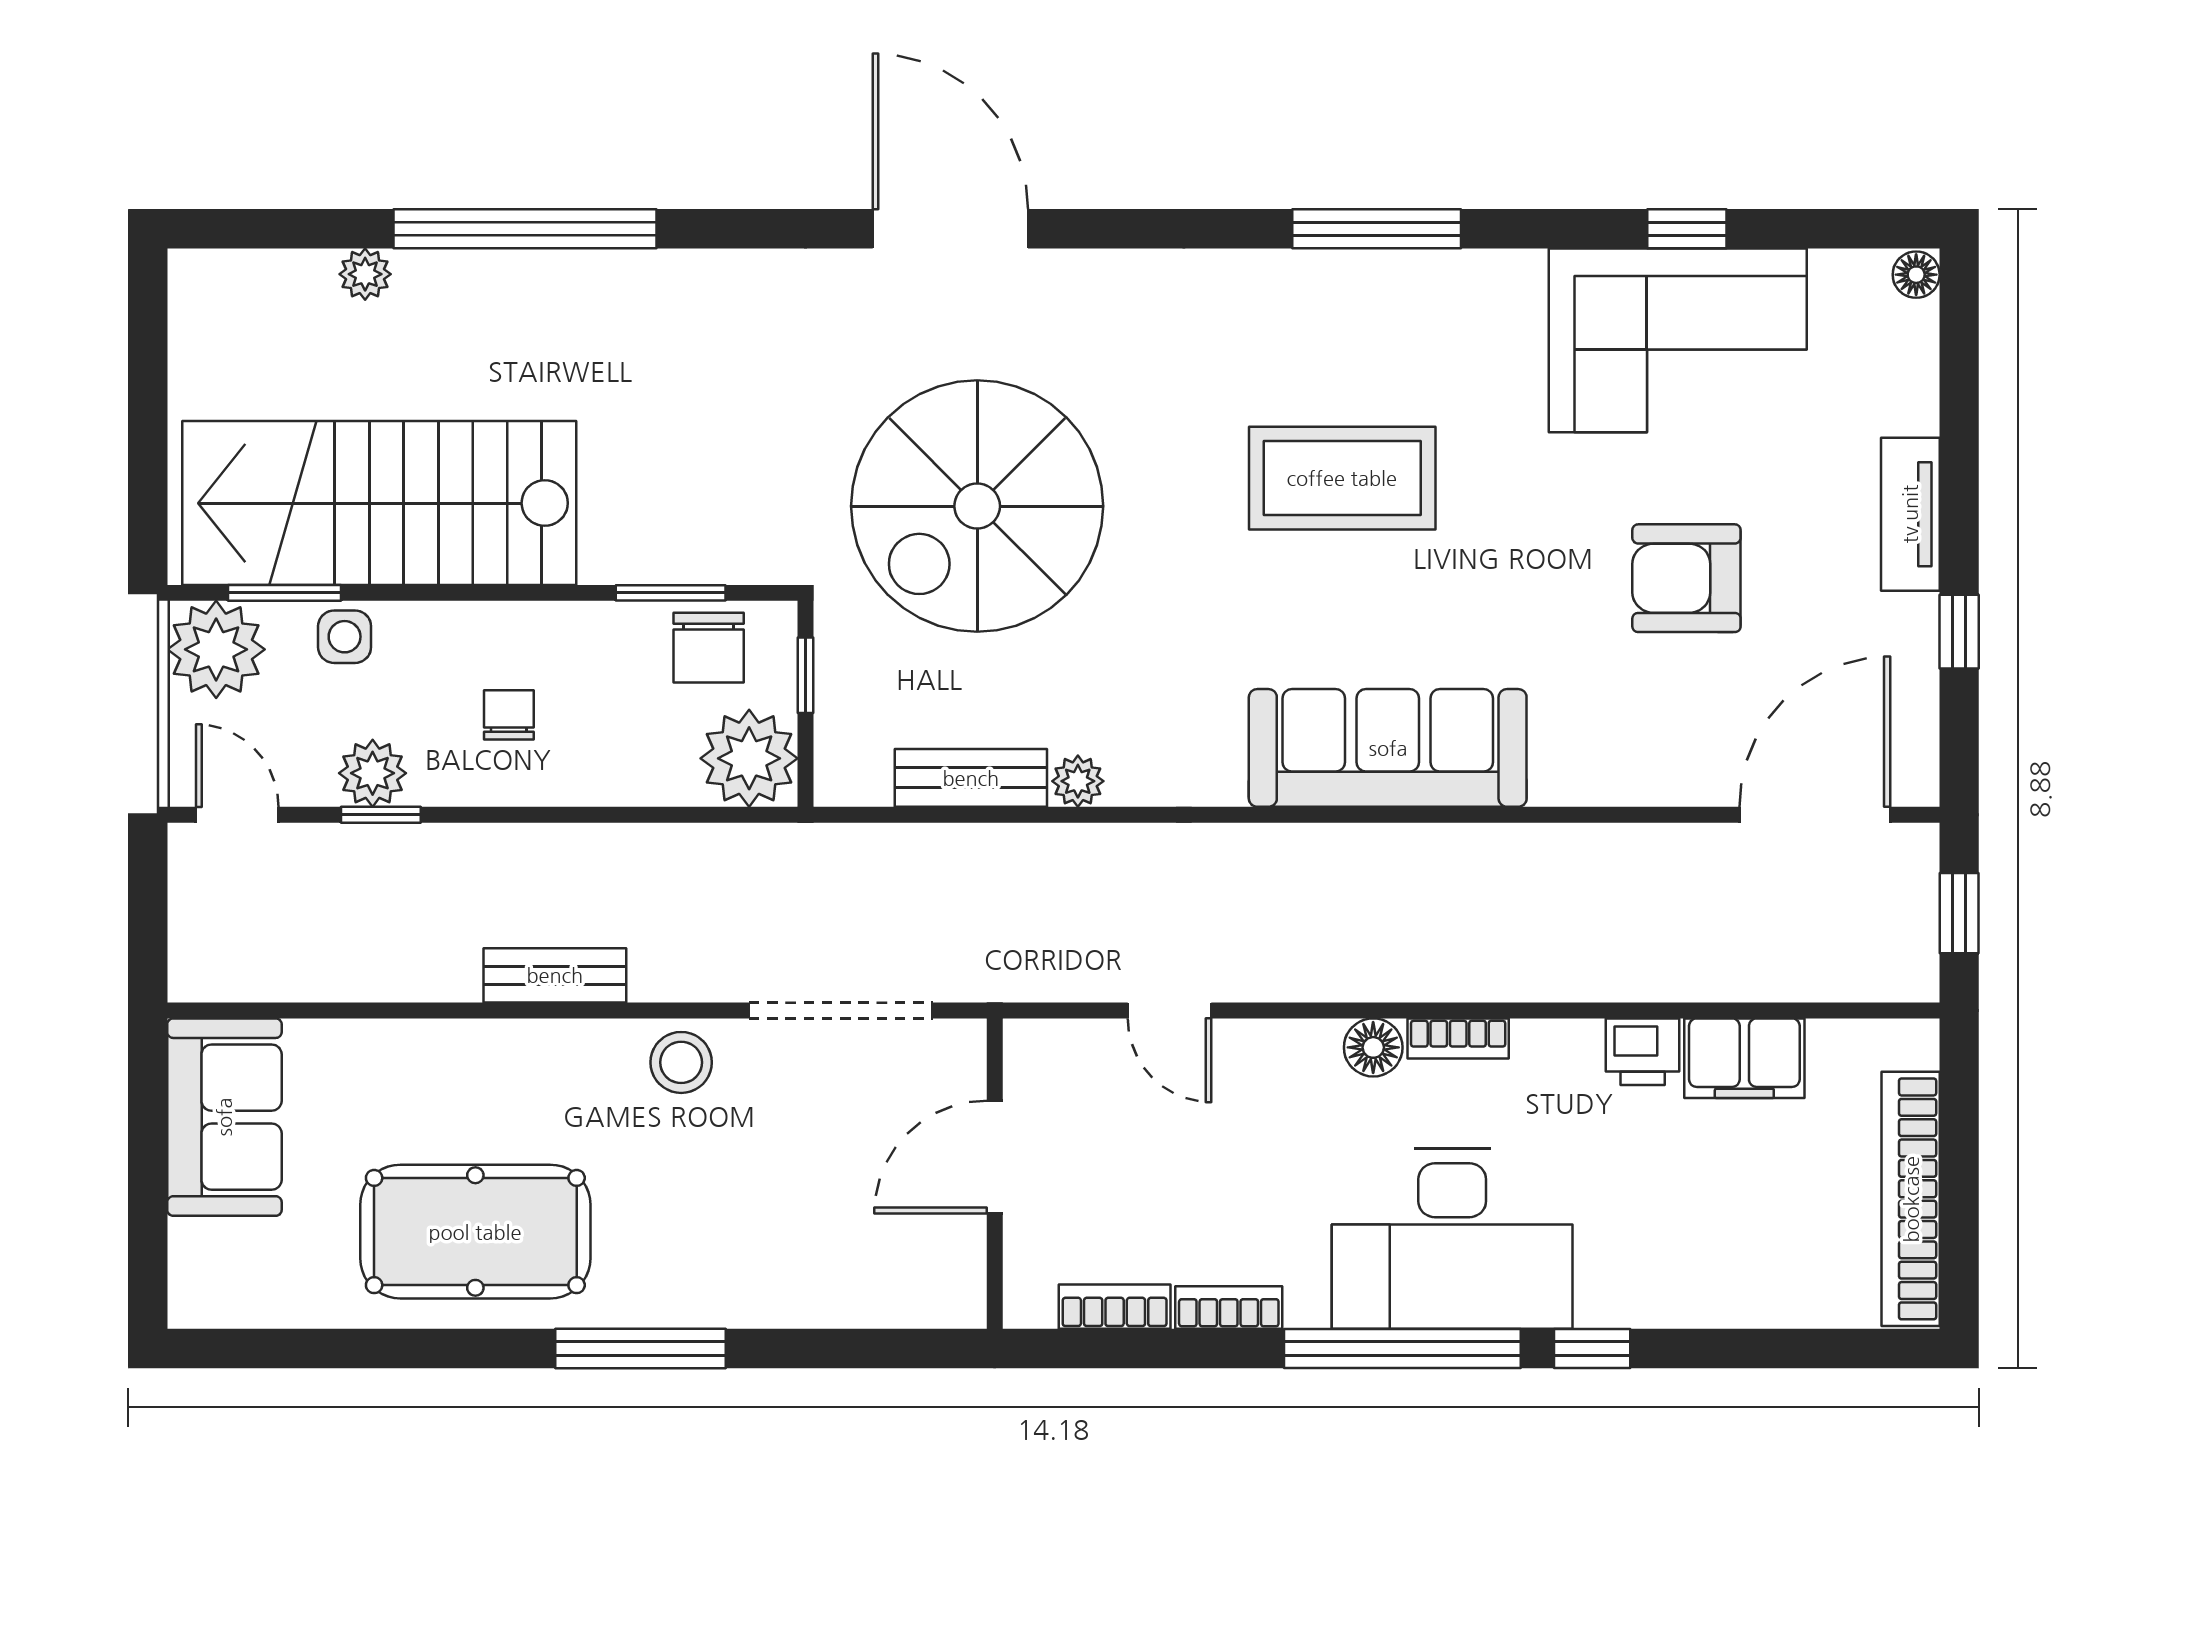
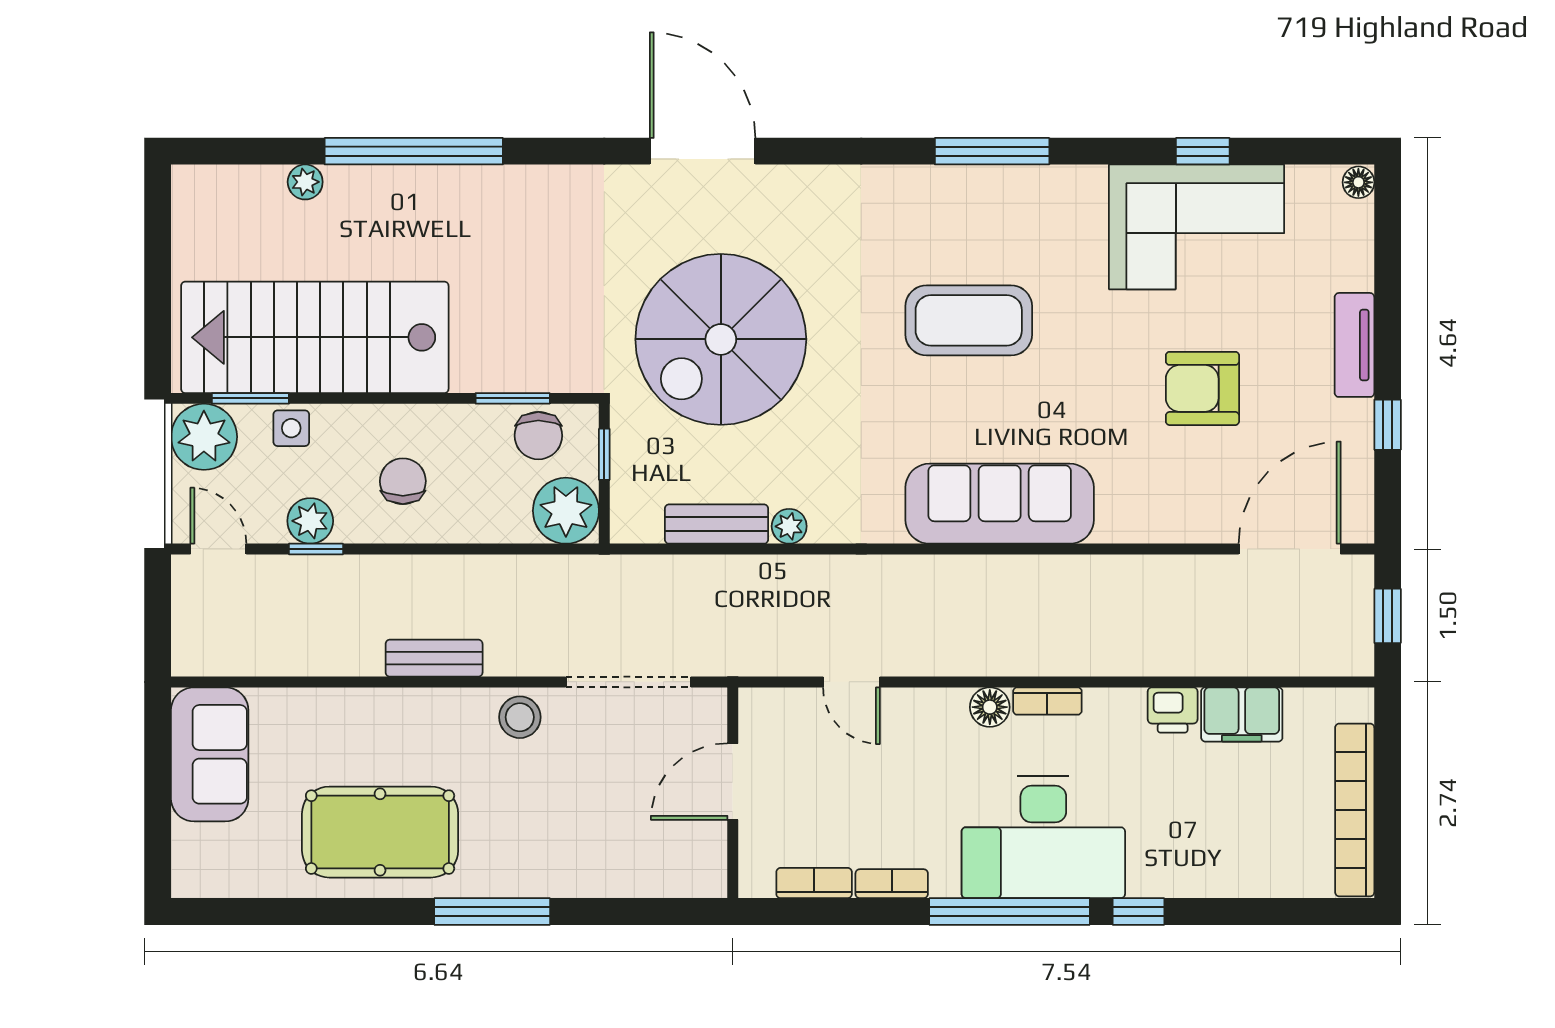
chair: (509, 715) -> (403, 481), width x1.37, depth x1.37

